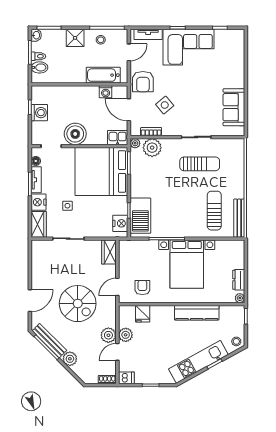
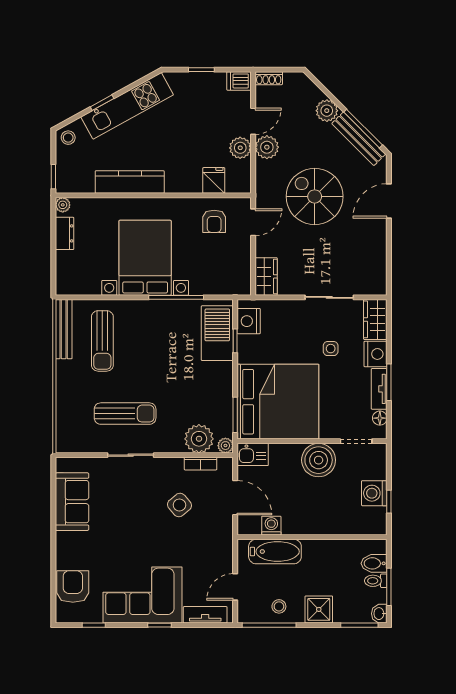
armchair: (143, 82) -> (73, 587), moved
sun lounger: (200, 164) -> (125, 414), turned 180

